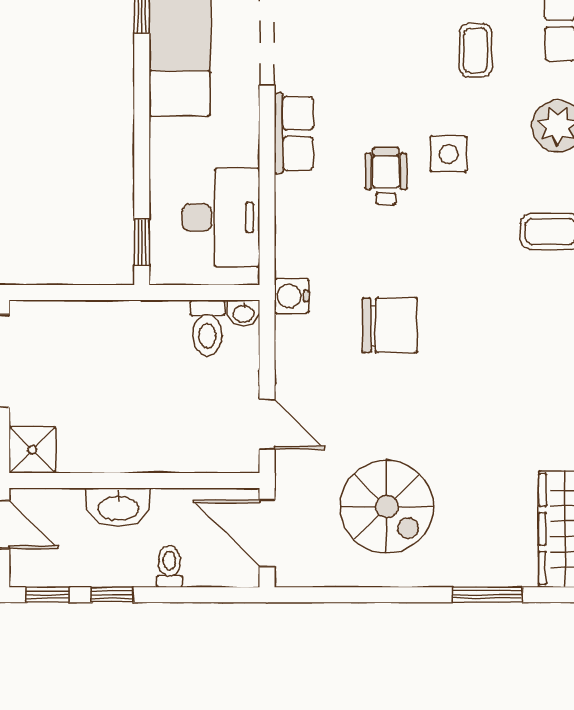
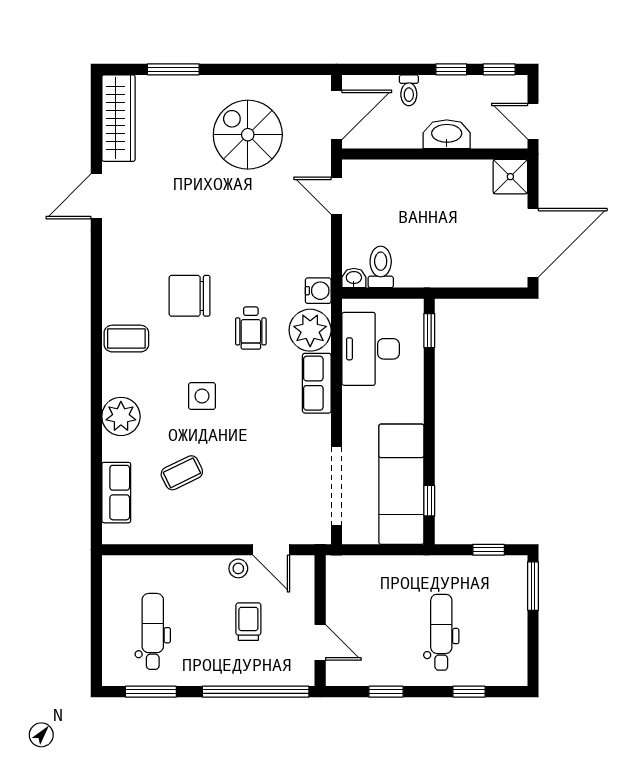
coffee table: (476, 50) -> (182, 473), turned 64
row of seats: (294, 133) -> (317, 383), moved
wheelchair: (386, 176) -> (251, 328), moved
plant: (303, 243) -> (310, 330), added
chair: (390, 325) -> (190, 296), moved
door: (267, 533) -> (336, 115), hinge flipped

